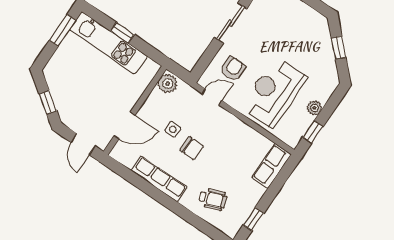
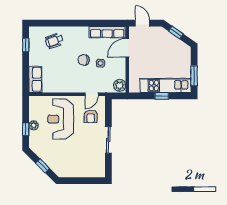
reception desk: (274, 92) -> (61, 119), turned 180
window: (313, 132) -> (26, 129), moved
row of seats: (159, 179) -> (107, 32), moved

